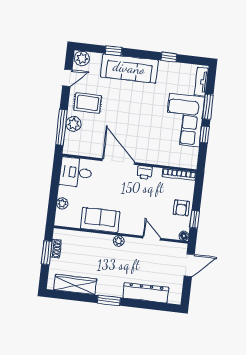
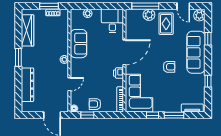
armchair: (144, 106) -> (169, 67), added
corner sofa: (184, 120) -> (139, 93), moved, turned 90

